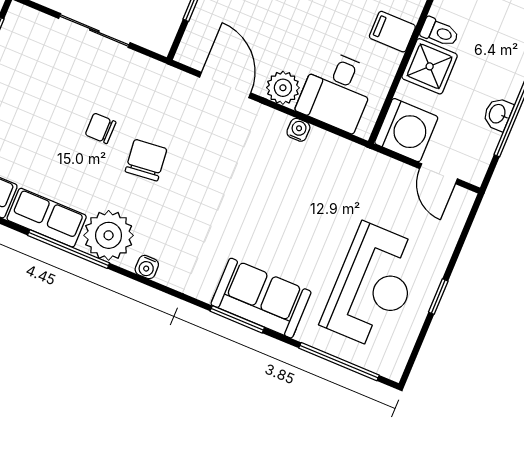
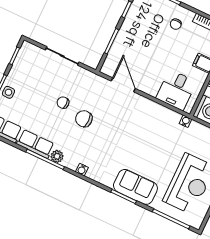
plant: (283, 88) -> (151, 87), removed
water cooler: (298, 130) -> (186, 121), moved
chair: (146, 160) -> (84, 119), turned -84
plant: (109, 235) -> (57, 156), width x0.53, depth x0.53

